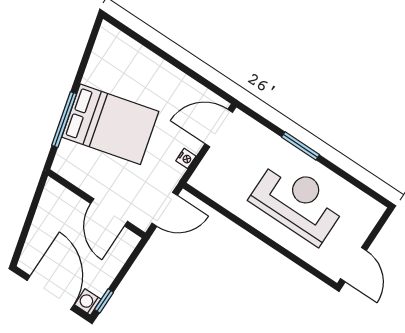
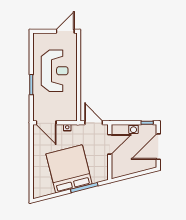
bed: (110, 124) -> (69, 169), width x1.36
reception desk: (298, 202) -> (55, 71), turned 180
washing machine: (88, 302) -> (133, 129), moved

